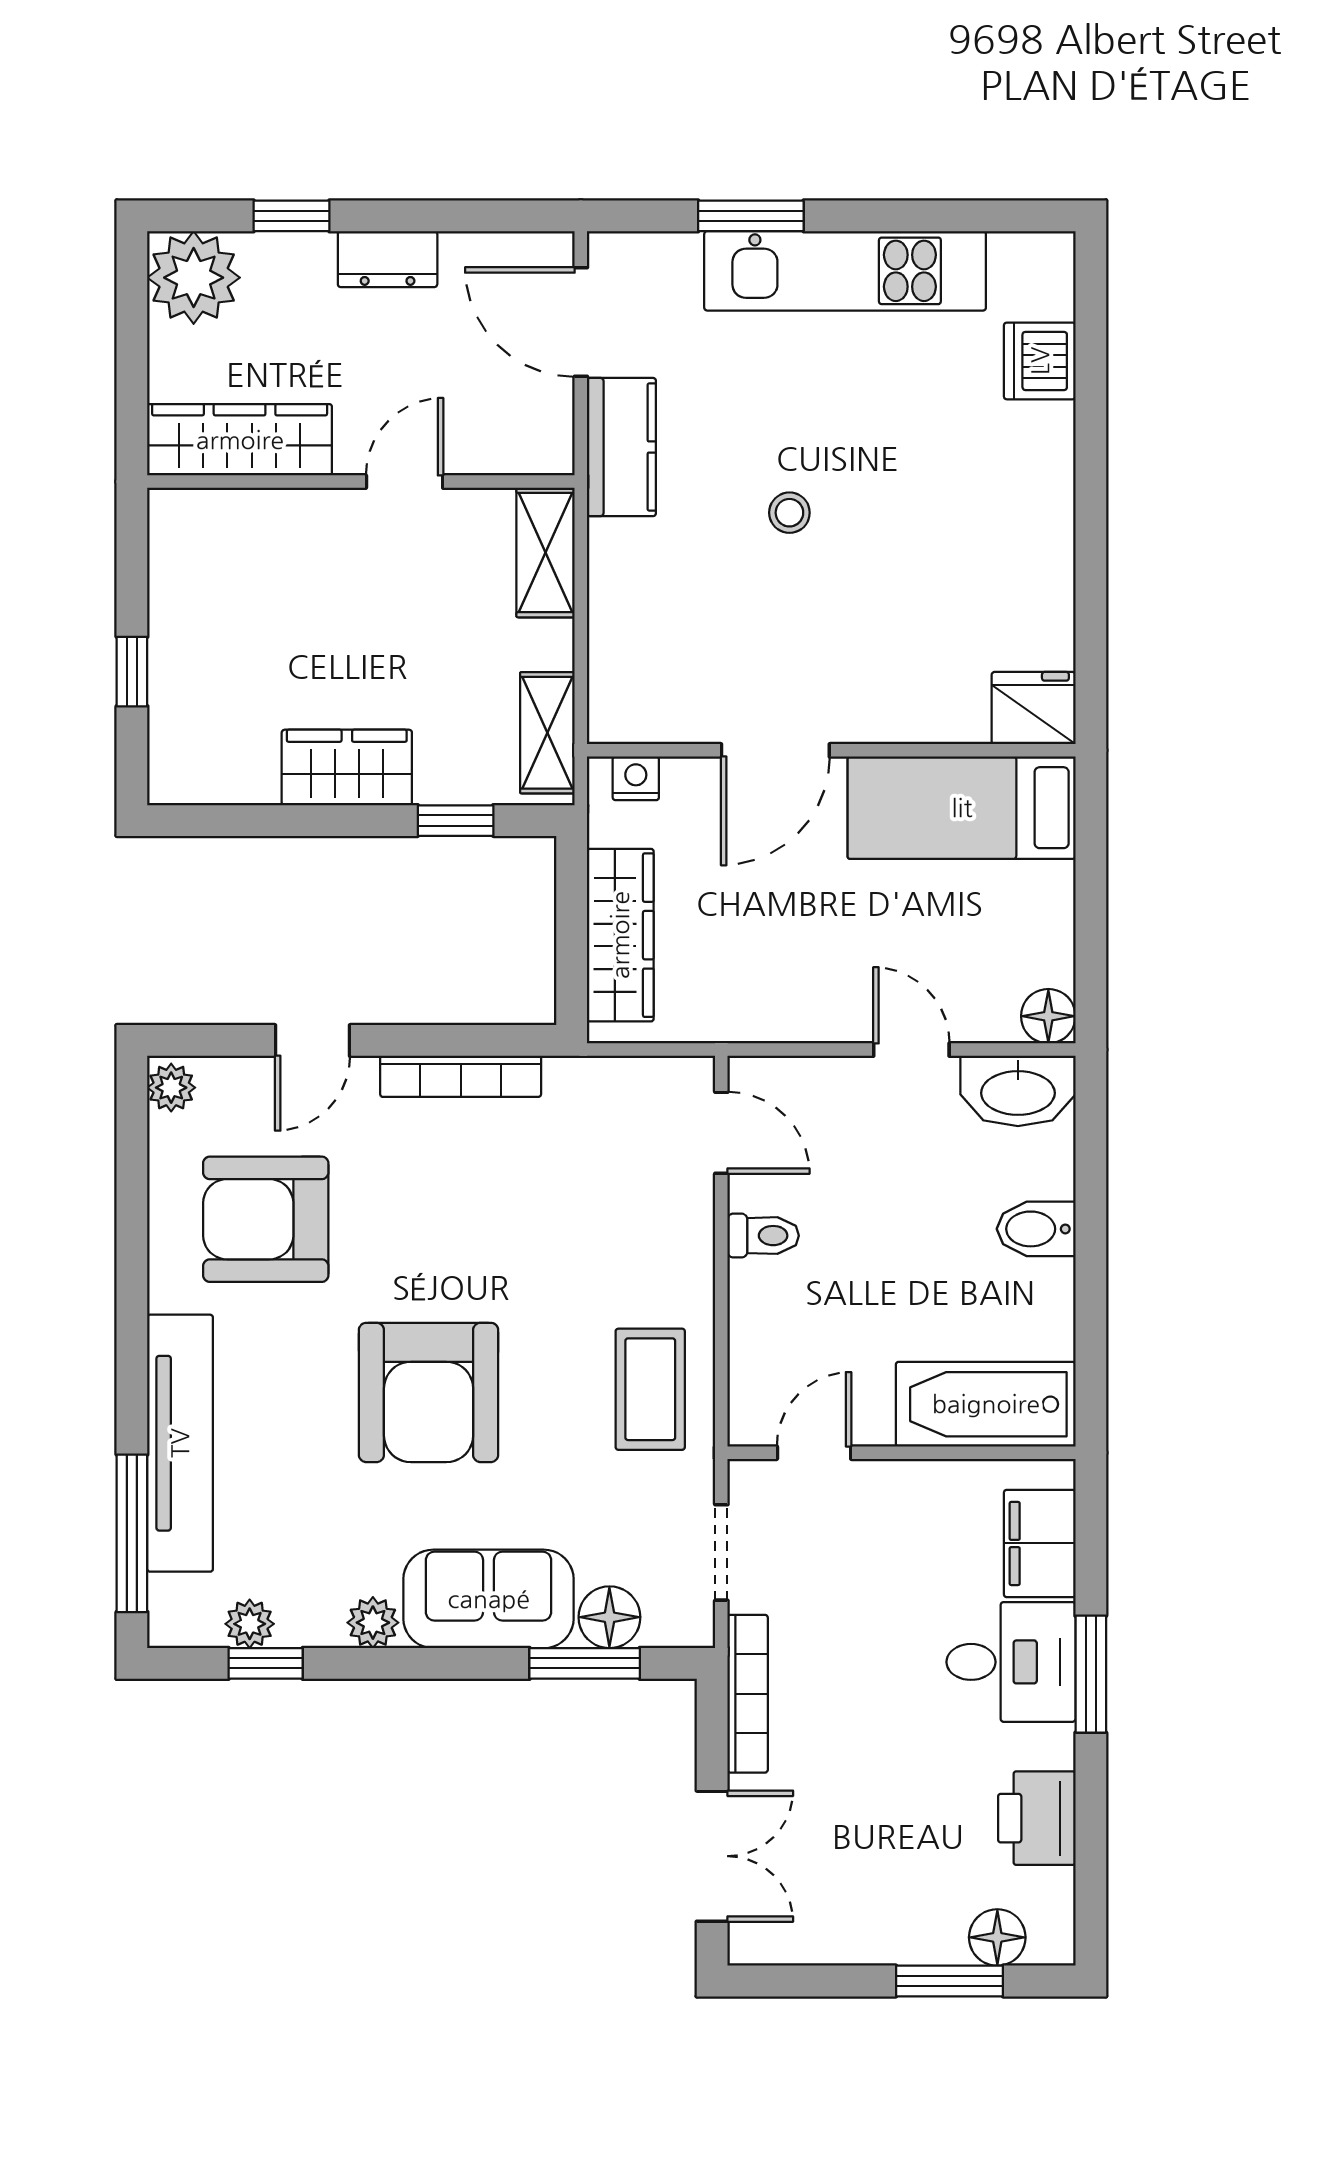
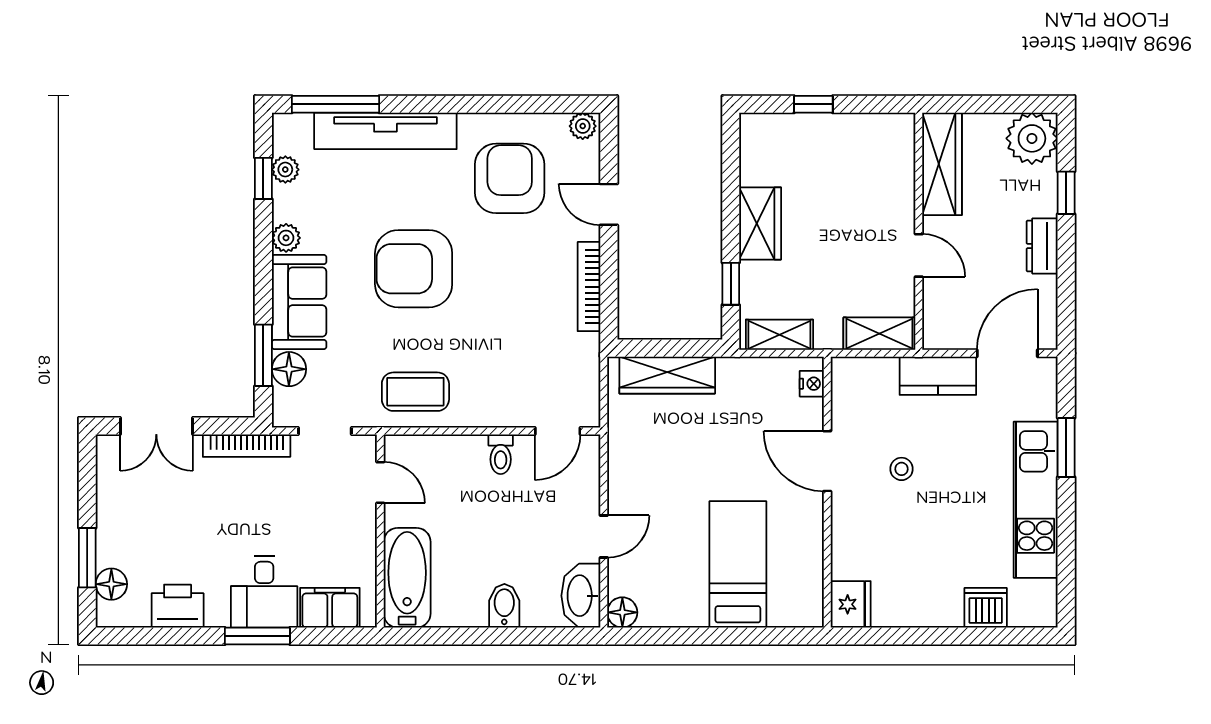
fridge: (1034, 708) -> (851, 604), moved
door: (775, 750) -> (827, 461), moved
wall: (831, 750) -> (827, 492), moved
nightstand: (636, 778) -> (812, 384), moved

